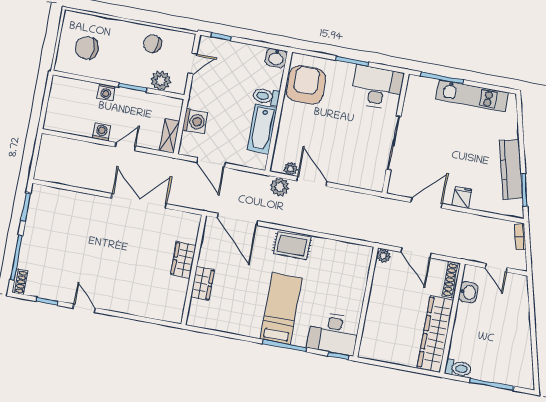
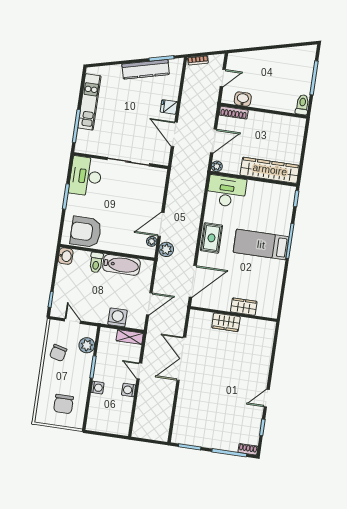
desk: (333, 334) -> (227, 191), moved, turned -90
wardrobe: (435, 334) -> (270, 170), moved, turned 180

